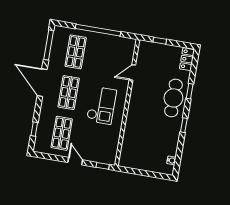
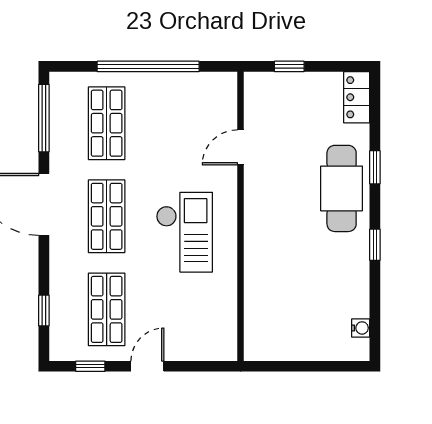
door: (75, 161) -> (147, 366), hinge flipped
window: (103, 166) -> (90, 366), moved

